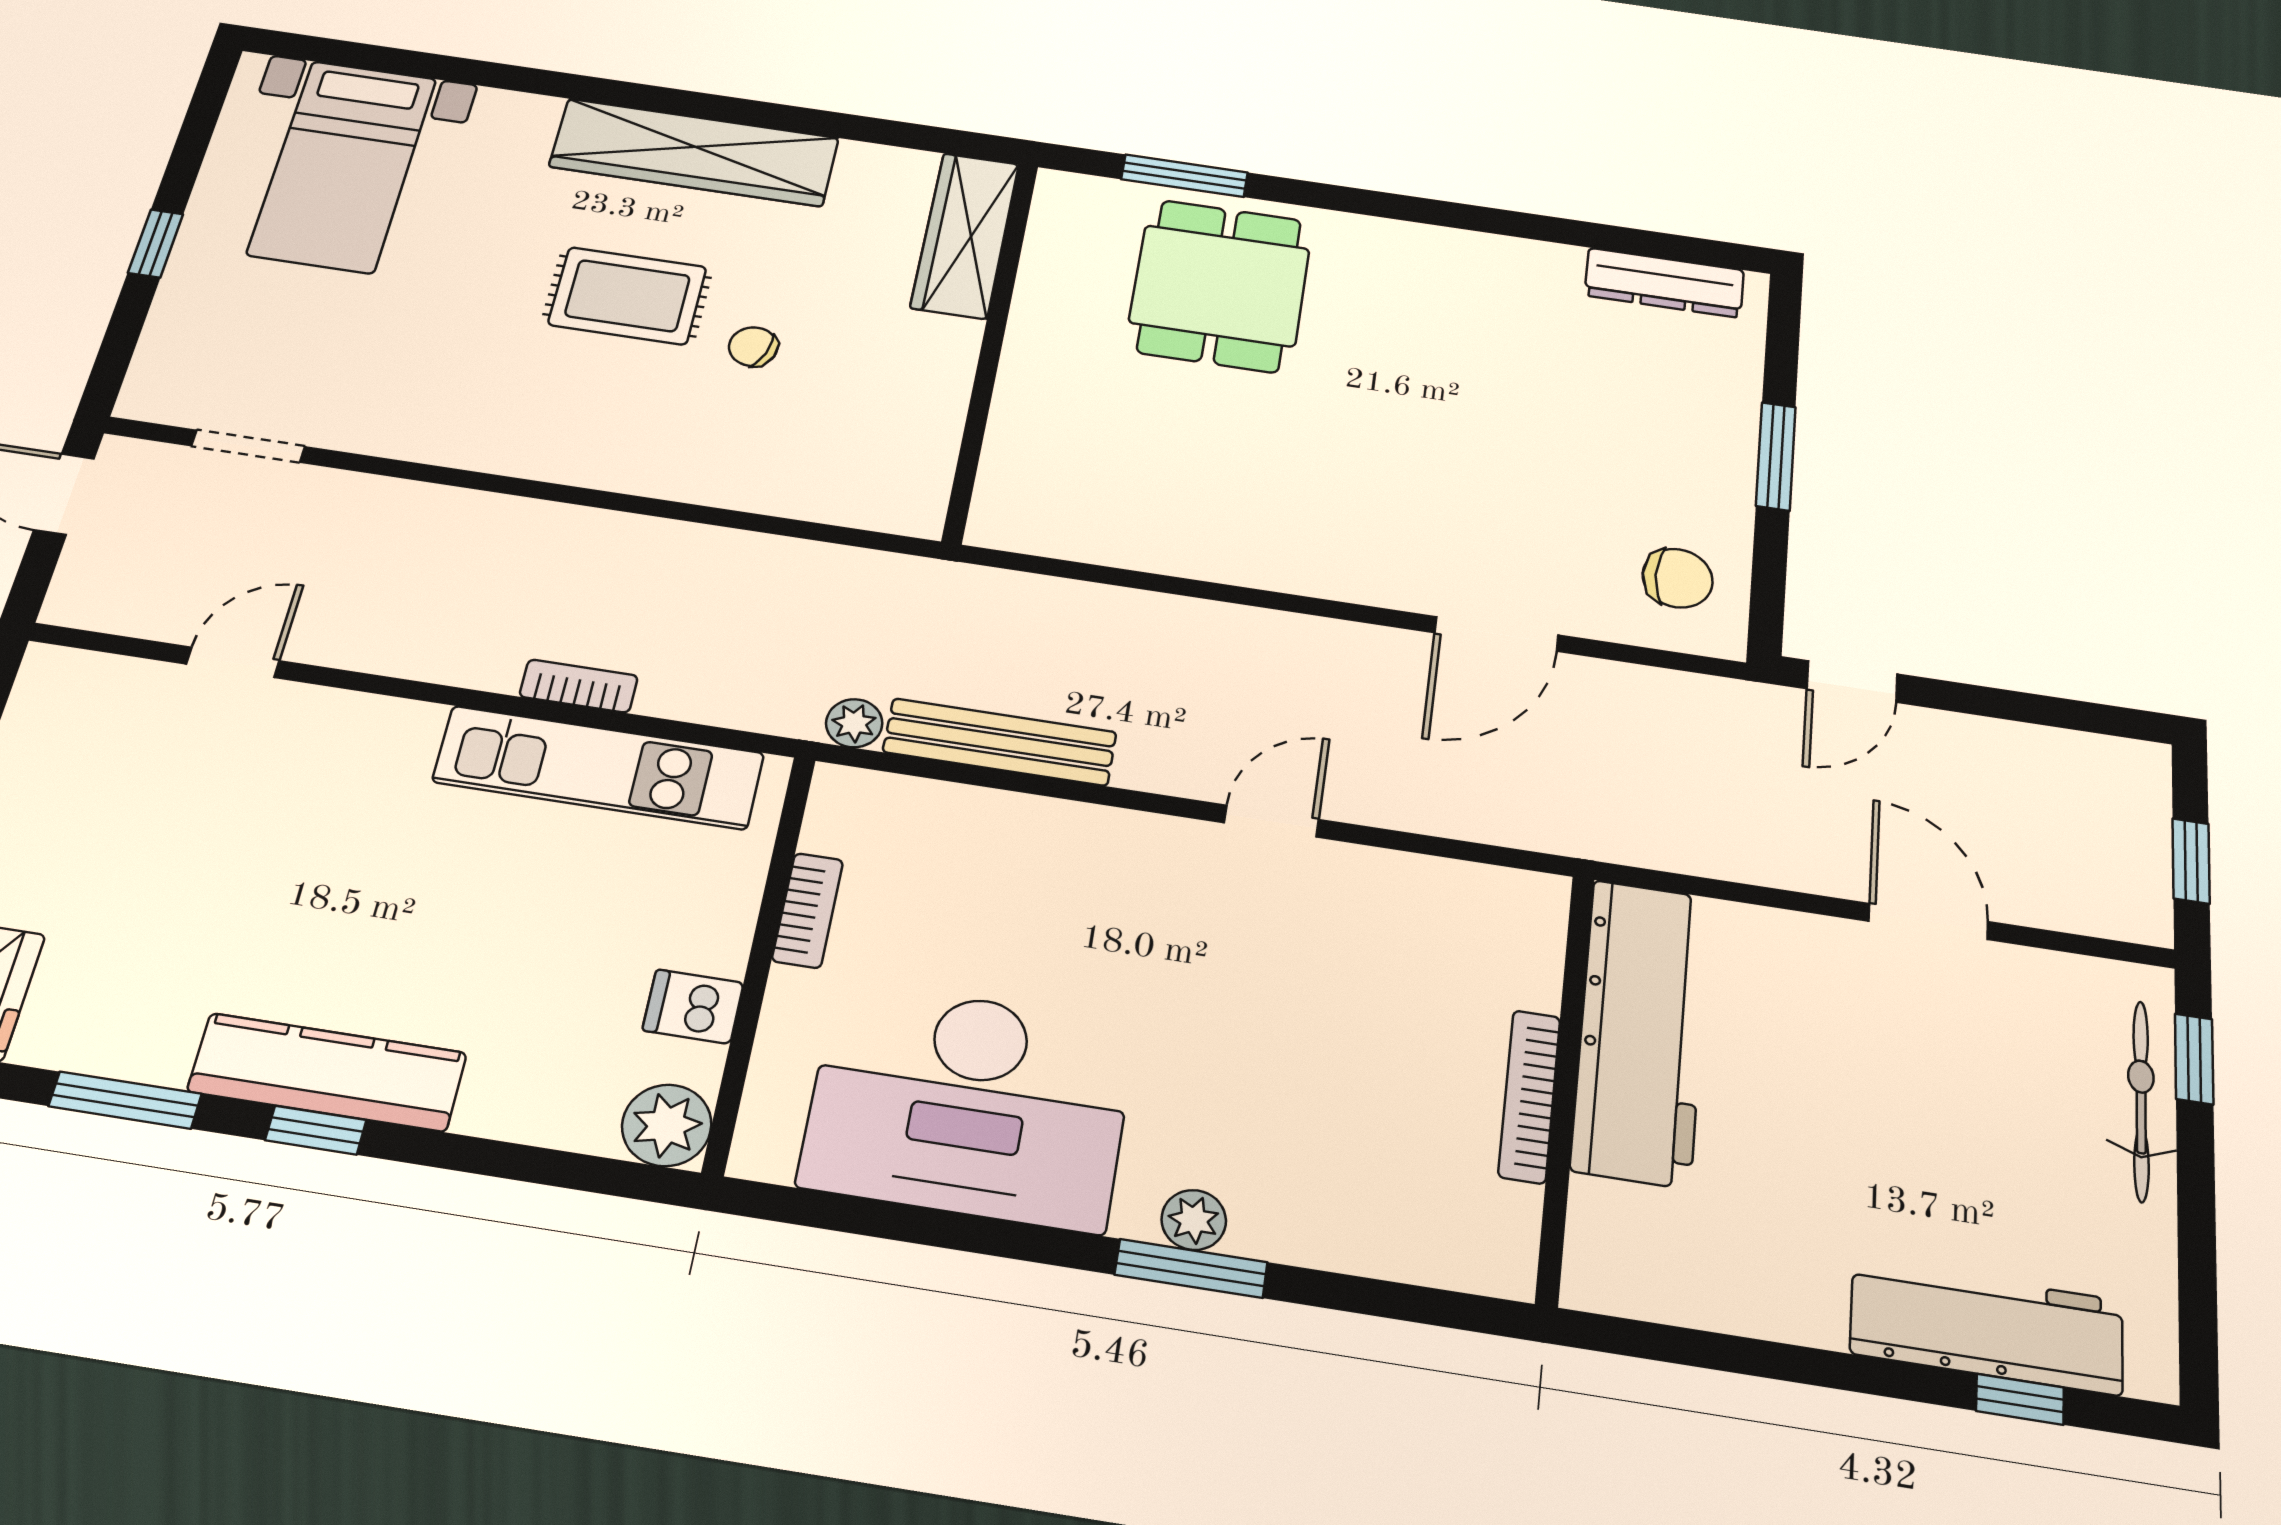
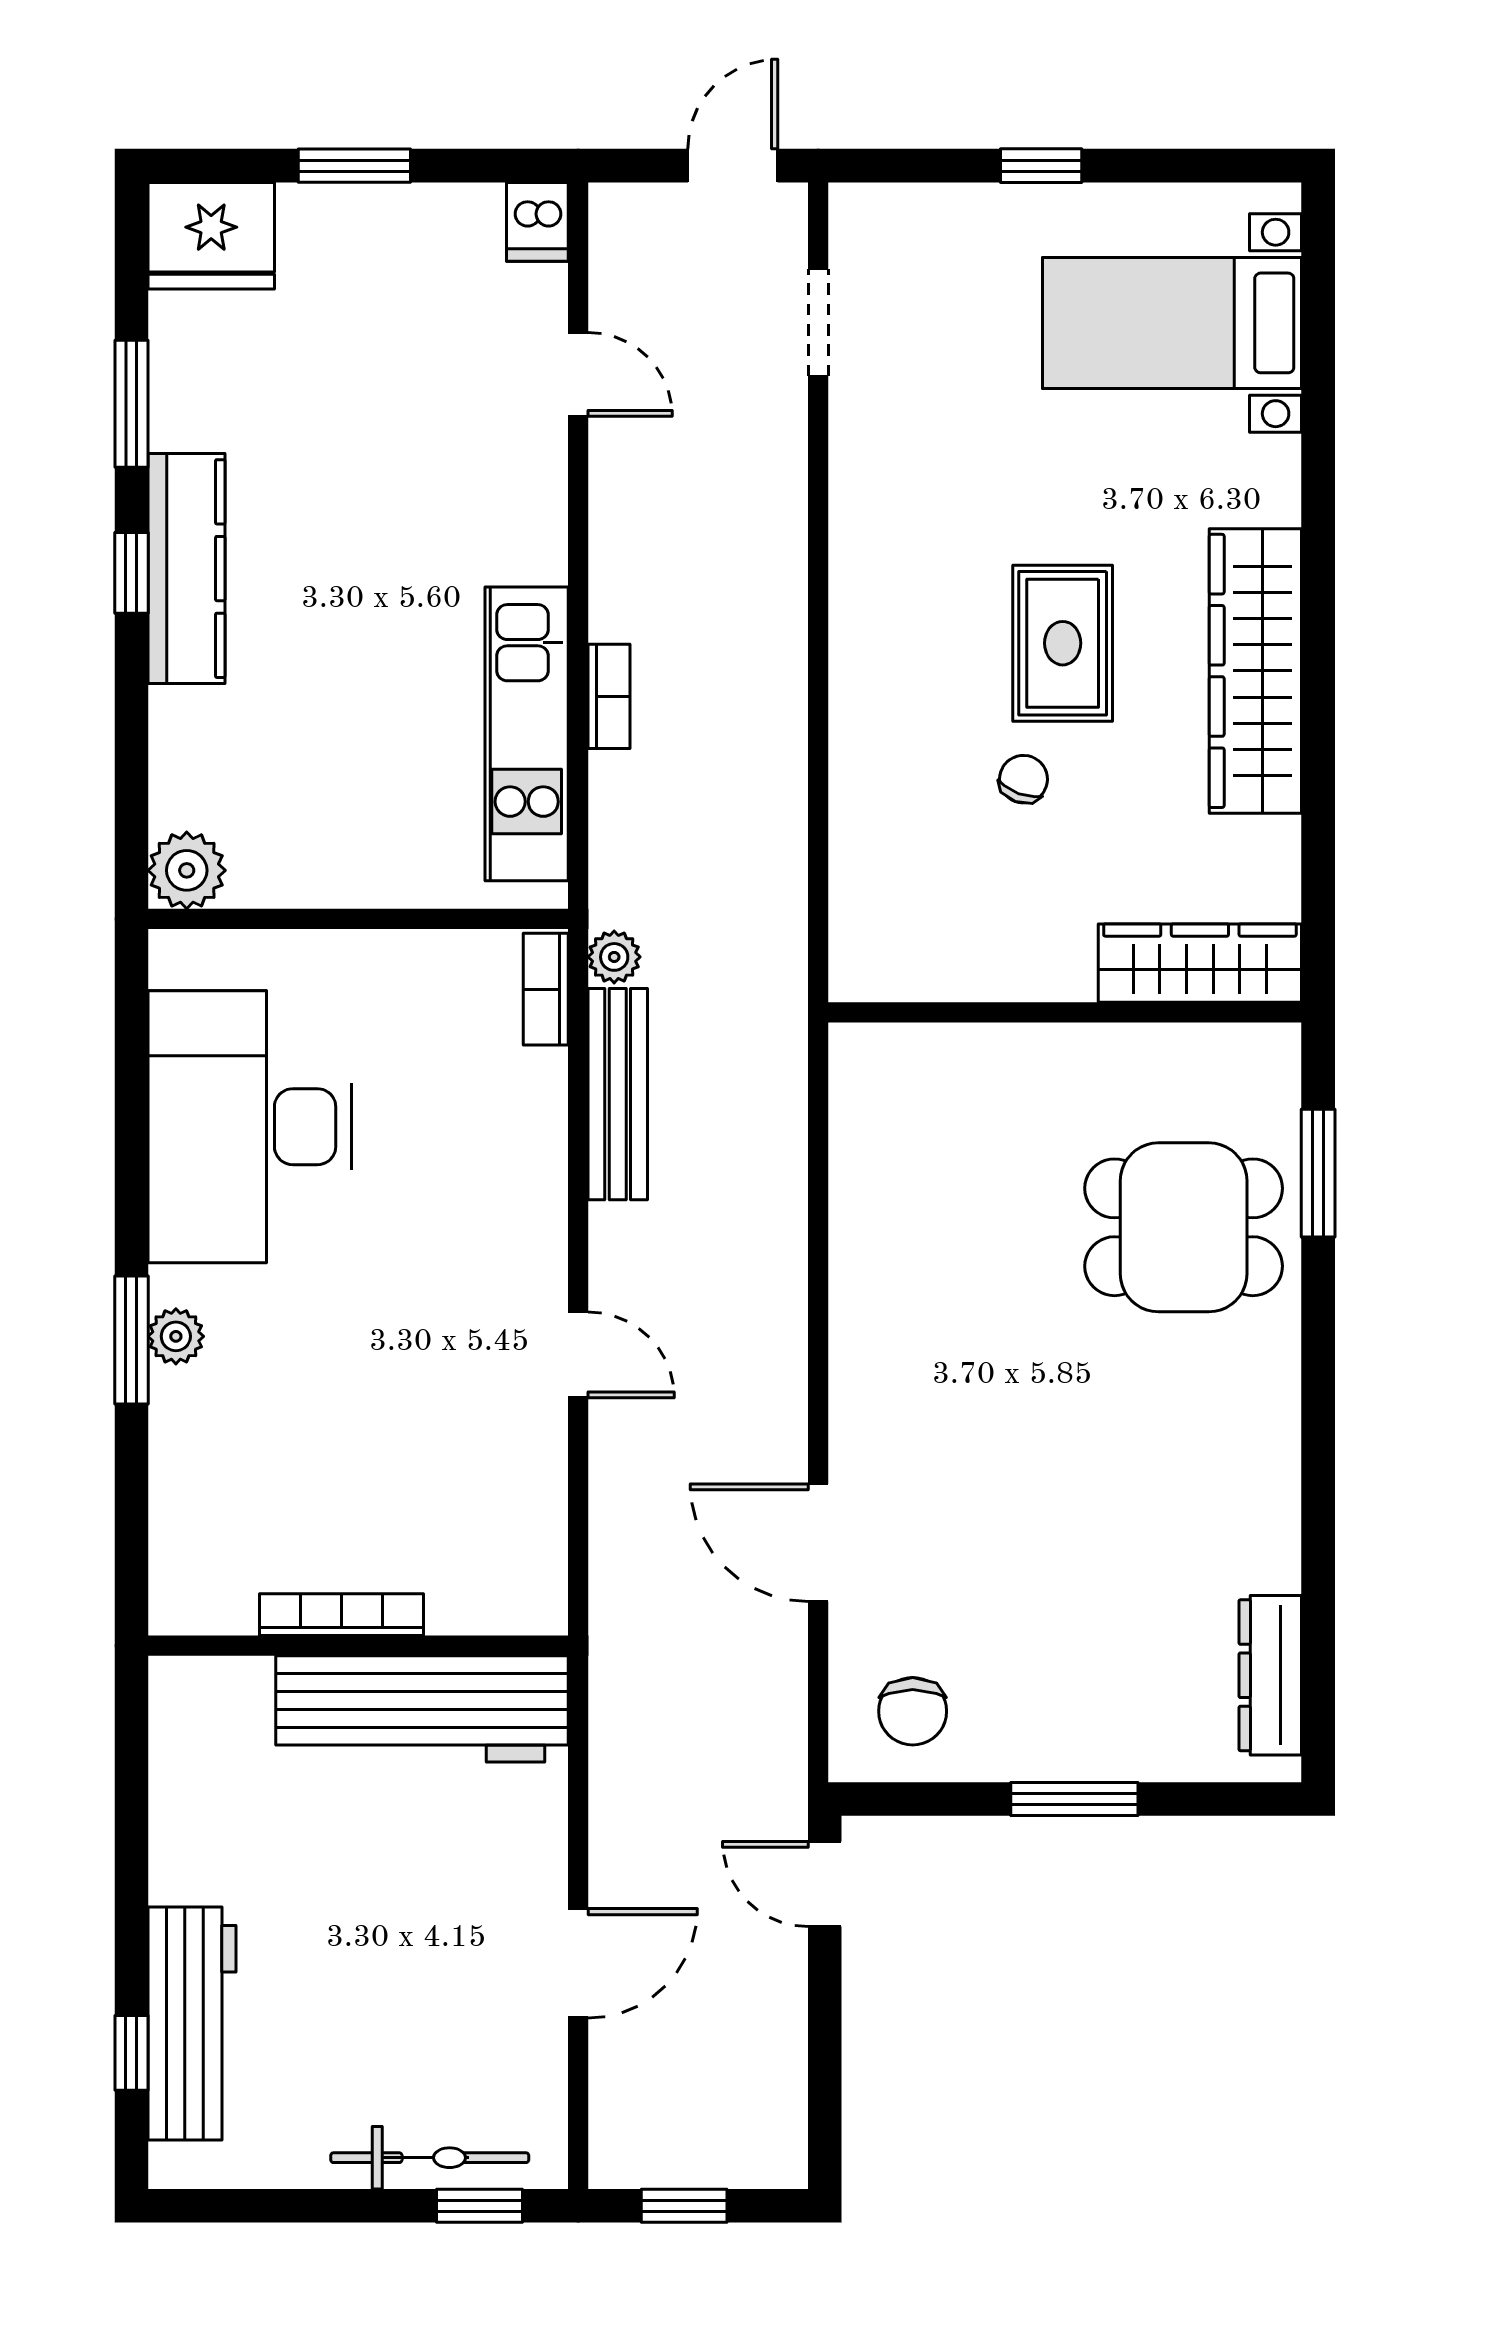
bookcase: (808, 910) -> (546, 989), moved, turned 90
dishwasher: (693, 1007) -> (537, 222), moved, turned 180

